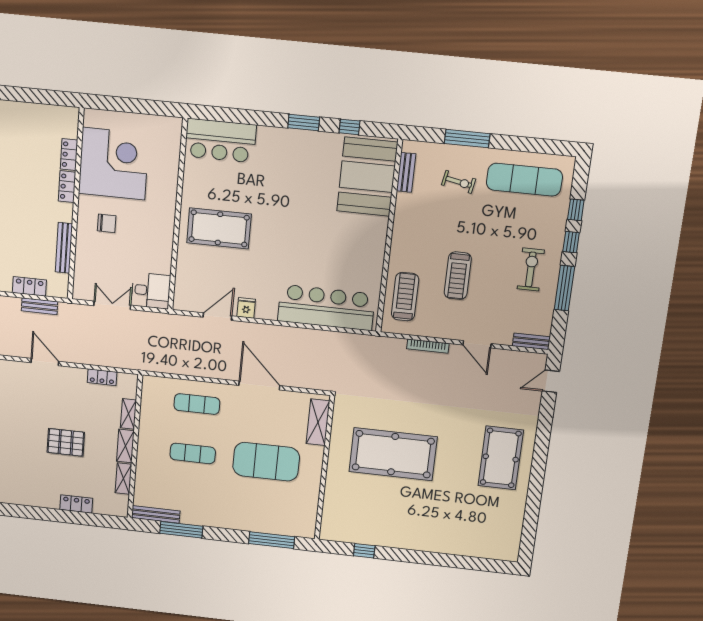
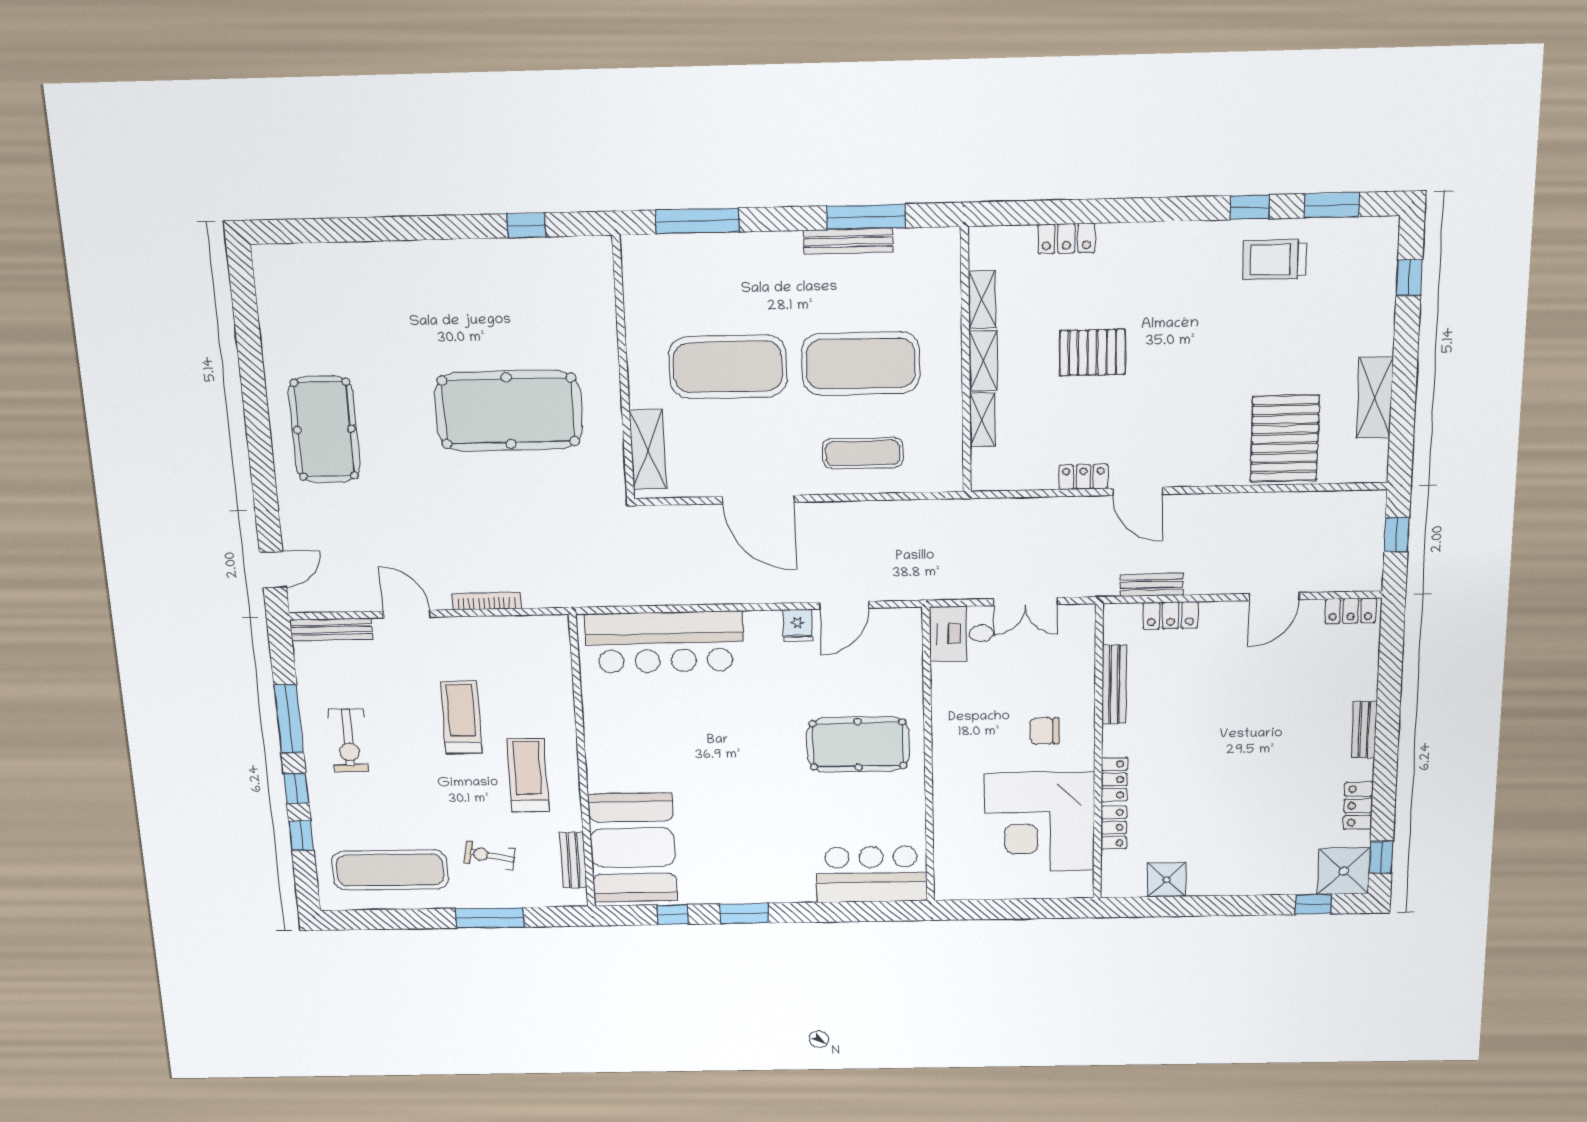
shower: (38, 115) -> (1166, 880), added
treadmill: (405, 297) -> (528, 775), moved, turned 180
bench: (531, 341) -> (331, 630), width x1.36
locker: (102, 377) -> (1083, 477), moved
exercise mat: (193, 453) -> (861, 364), width x2.00, depth x1.45
bench: (156, 514) -> (848, 241), moved

